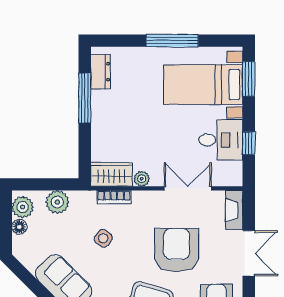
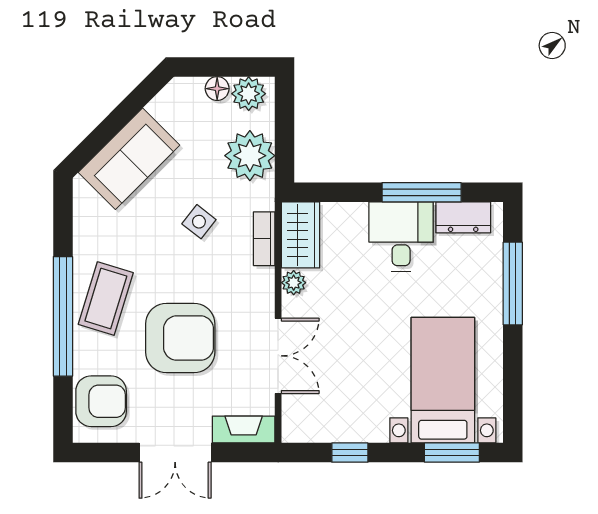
window: (172, 41) -> (513, 284), moved
desk: (221, 140) -> (401, 237), moved, turned 180
plant: (57, 202) -> (250, 156), width x1.36, depth x1.36

